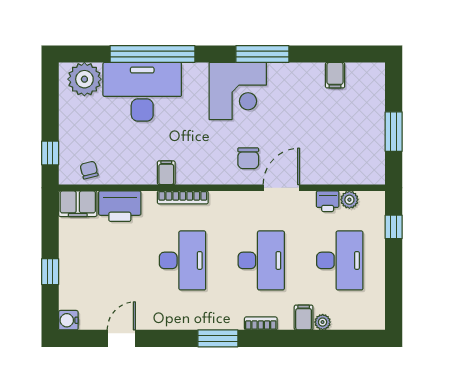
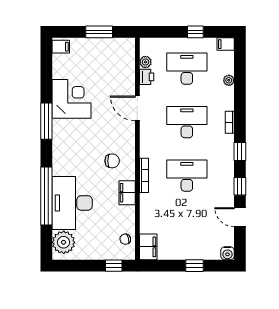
filing cabinet: (335, 75) -> (61, 47), moved
corner desk: (238, 91) -> (72, 99), moved
chair: (248, 158) -> (112, 161), moved
filing cabinet: (166, 173) -> (127, 193), width x2.00
printer: (120, 206) -> (150, 218), removed
window: (394, 227) -> (195, 32), moved
filing cabinet: (304, 318) -> (226, 44), moved
window: (167, 338) -> (240, 186), added
window: (218, 338) -> (240, 151), width x0.67

